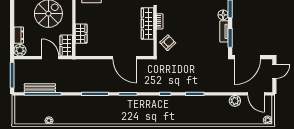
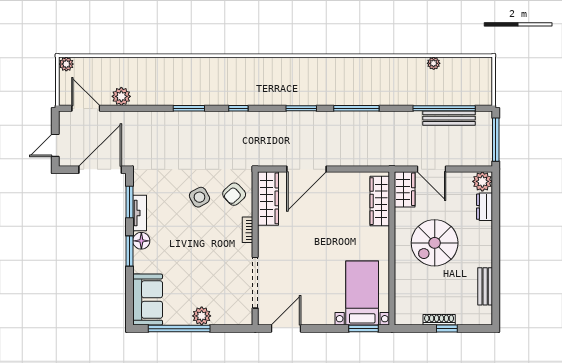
wardrobe: (148, 23) -> (268, 198), moved
wardrobe: (81, 34) -> (380, 201), width x1.50
side table: (188, 41) -> (199, 197), added
door: (125, 58) -> (306, 169), swing flipped

